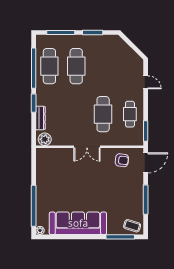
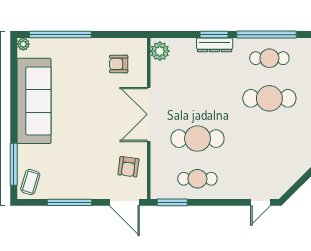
cafe table: (49, 66) -> (269, 58), width x0.73, depth x0.74
door: (146, 82) -> (260, 202), moved
dresser: (41, 118) -> (215, 45), moved
double door: (87, 147) -> (149, 114), width x1.37
armchair: (53, 167) -> (119, 64), added

